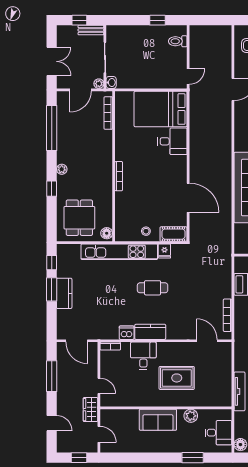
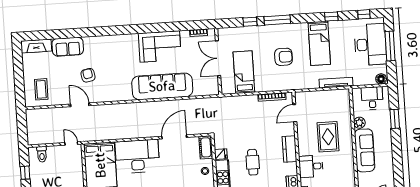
desk: (172, 141) -> (137, 156), width x1.87, depth x1.30
kitchen counter: (150, 332) -> (289, 149), moved
sofa: (158, 420) -> (365, 150), width x1.36

